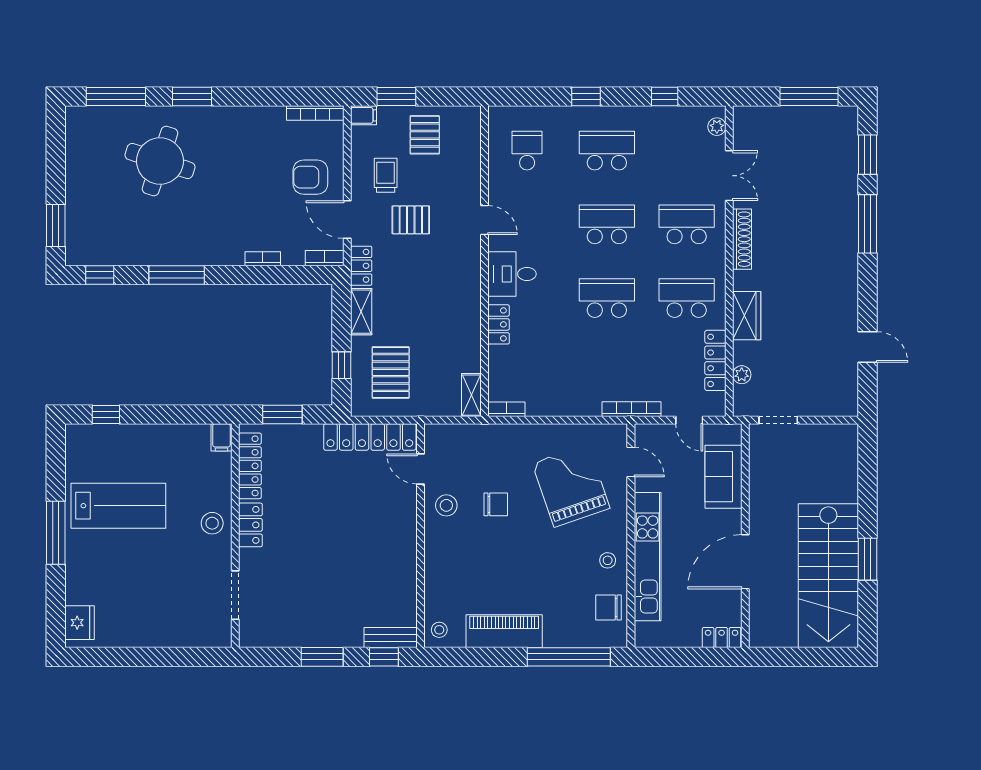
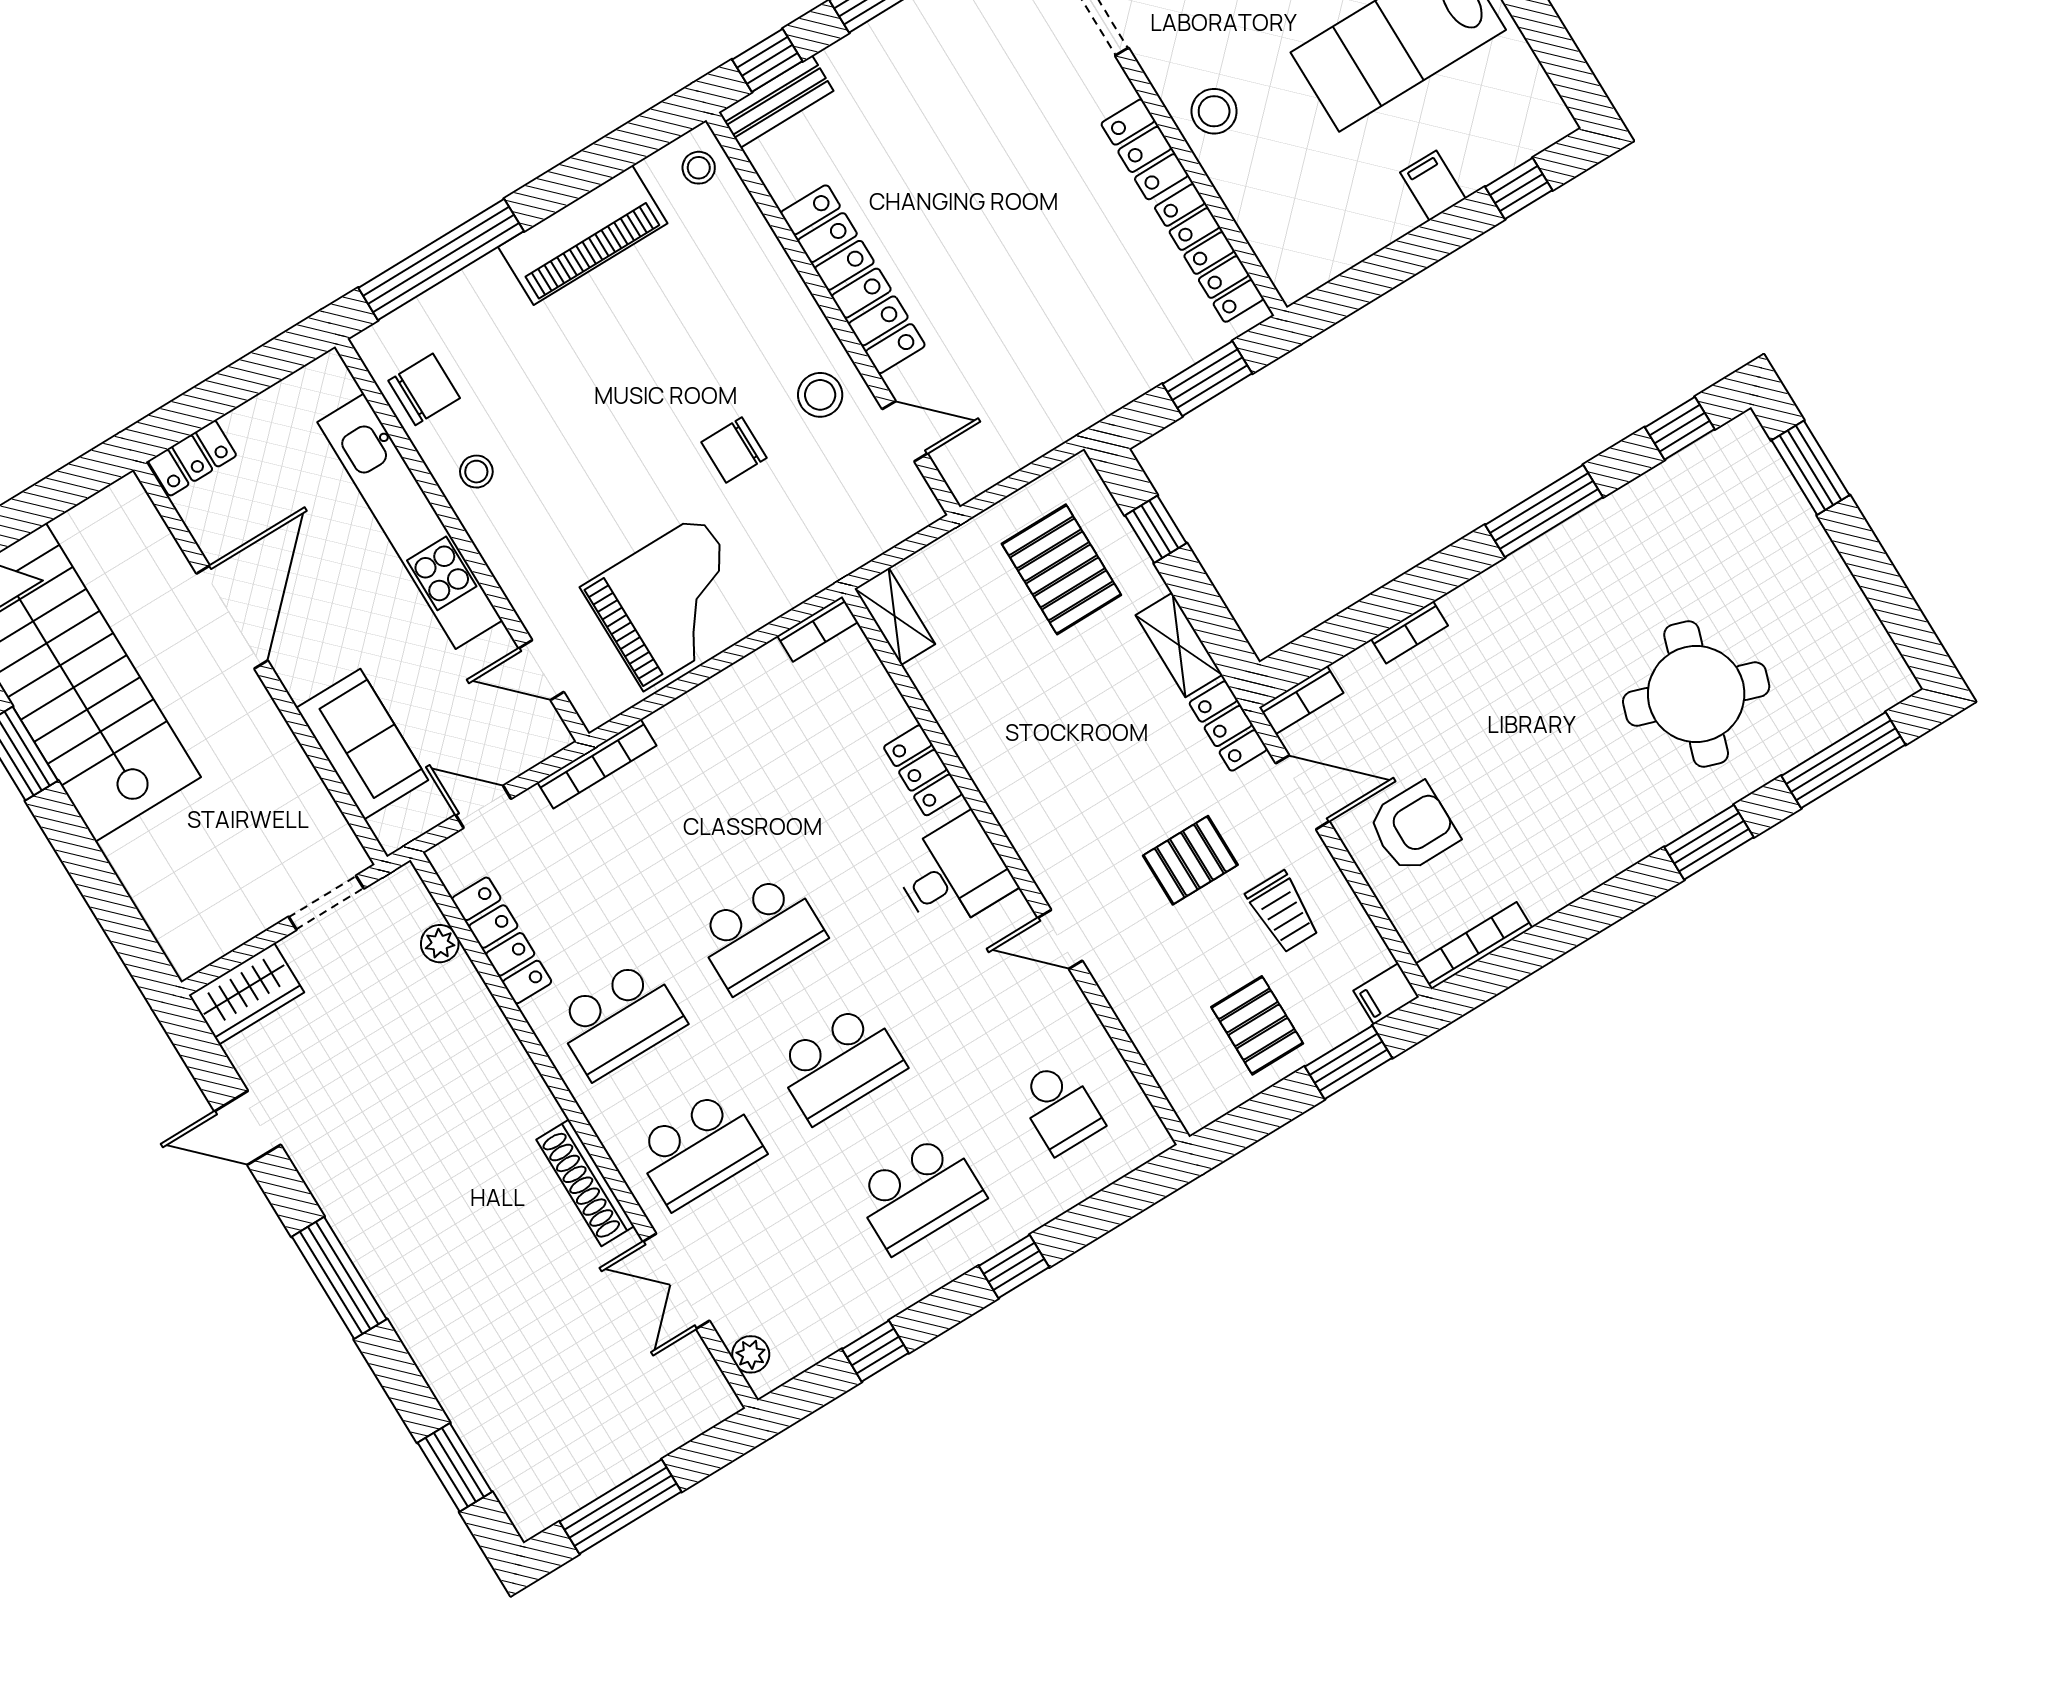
window: (868, 224) -> (339, 1278), moved
wardrobe: (747, 316) -> (246, 994), moved, turned -90
filing cabinet: (222, 437) -> (1433, 186), moved
locker: (370, 437) -> (853, 279), moved, turned 90
grand piano: (571, 486) -> (672, 602), moved, turned -71

